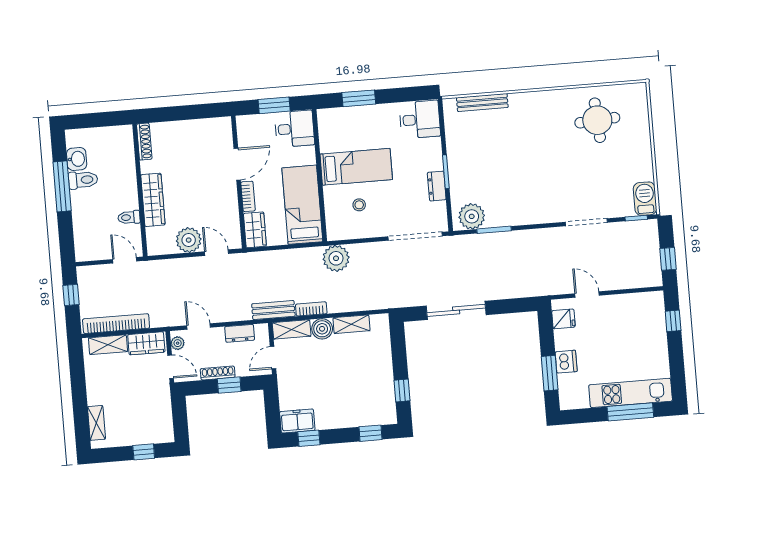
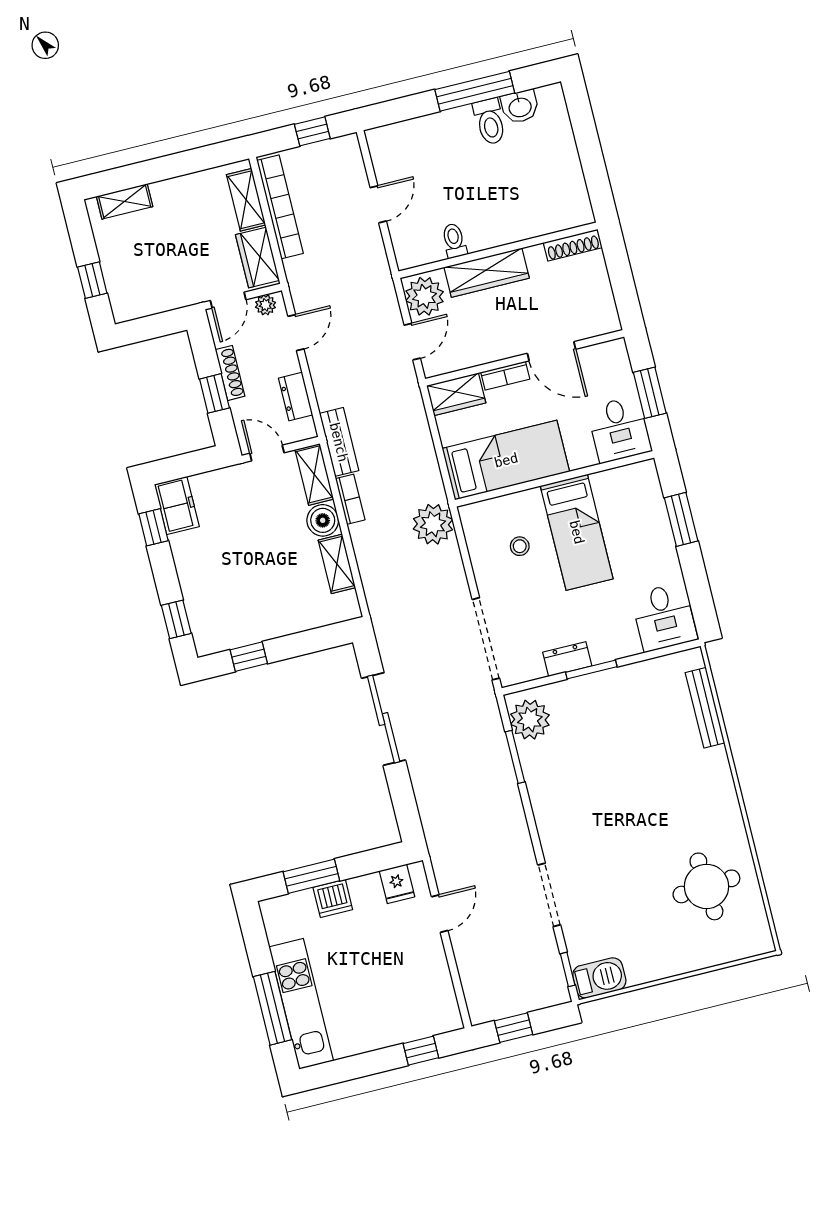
shoe rack: (144, 142) -> (573, 245), moved
wall: (140, 190) -> (498, 250), moved
wardrobe: (153, 200) -> (487, 273), moved
toilet: (129, 217) -> (454, 241), moved

